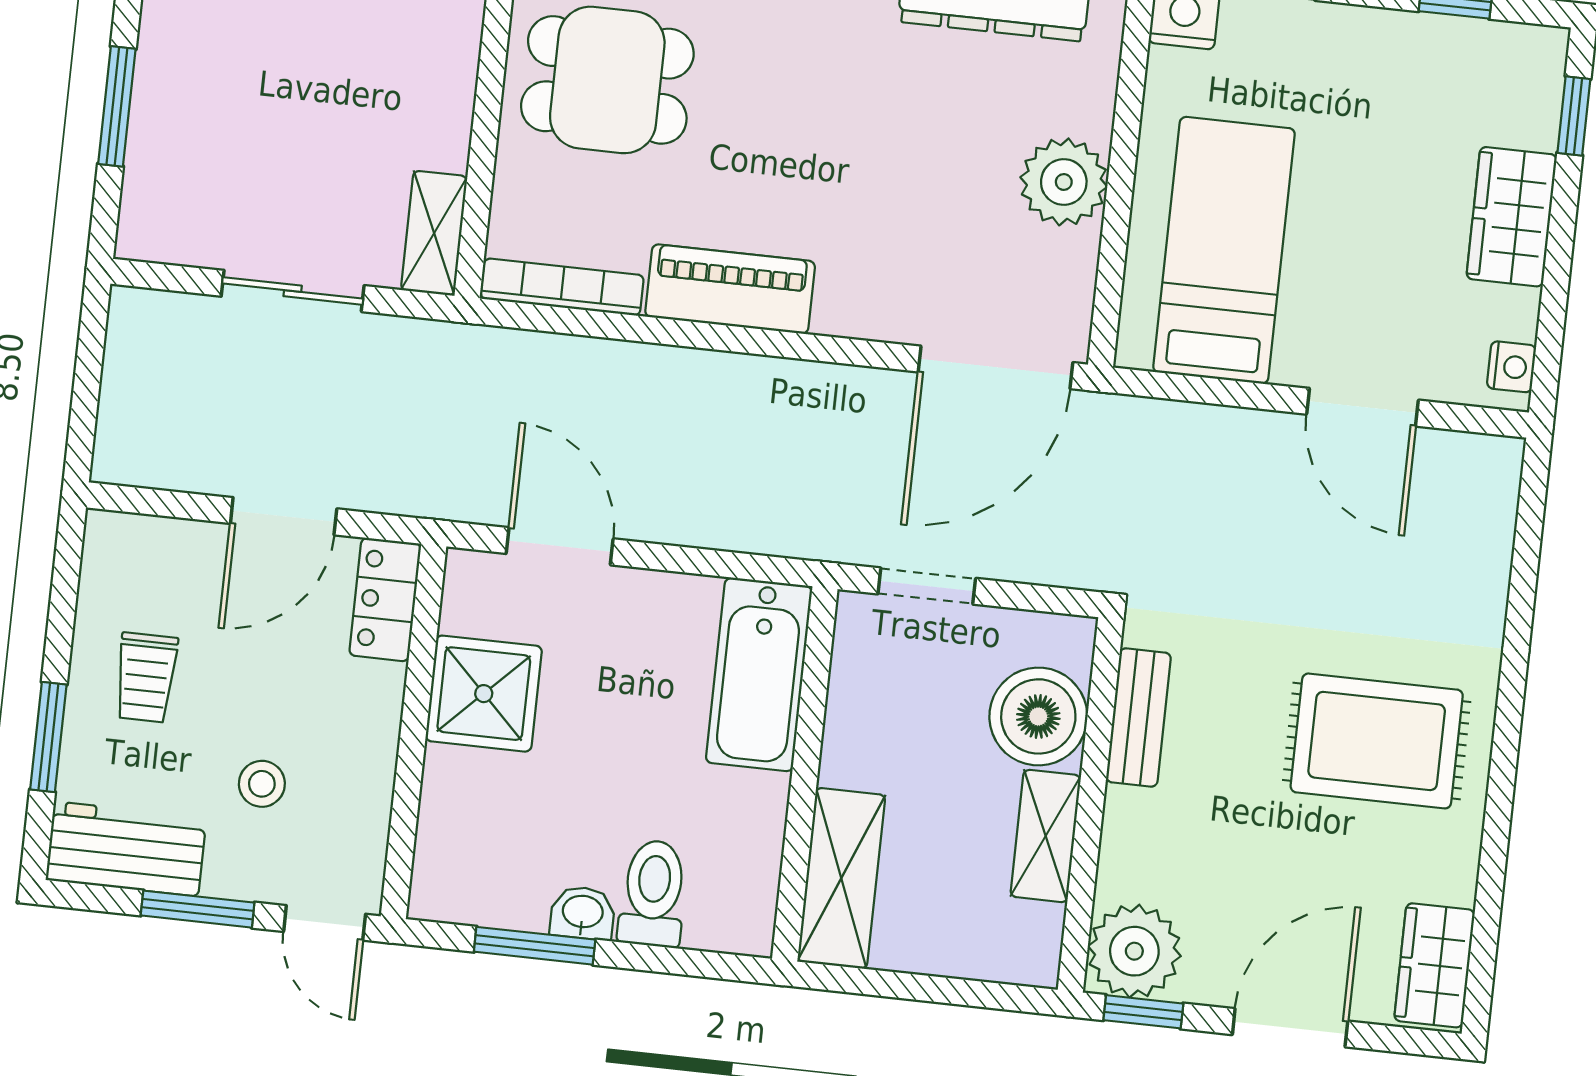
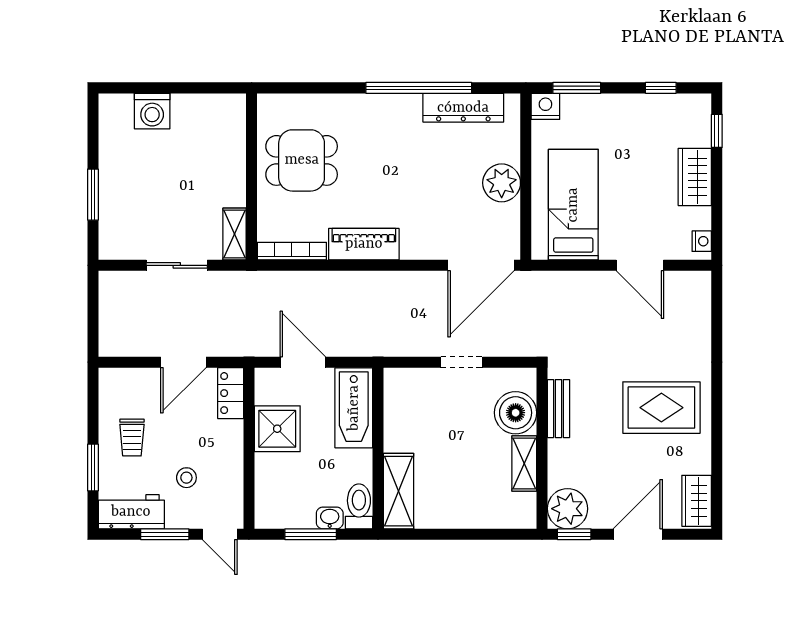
bathtub: (759, 675) -> (354, 408), moved
wall: (805, 774) -> (378, 448), moved
shelving: (841, 878) -> (398, 491), moved

